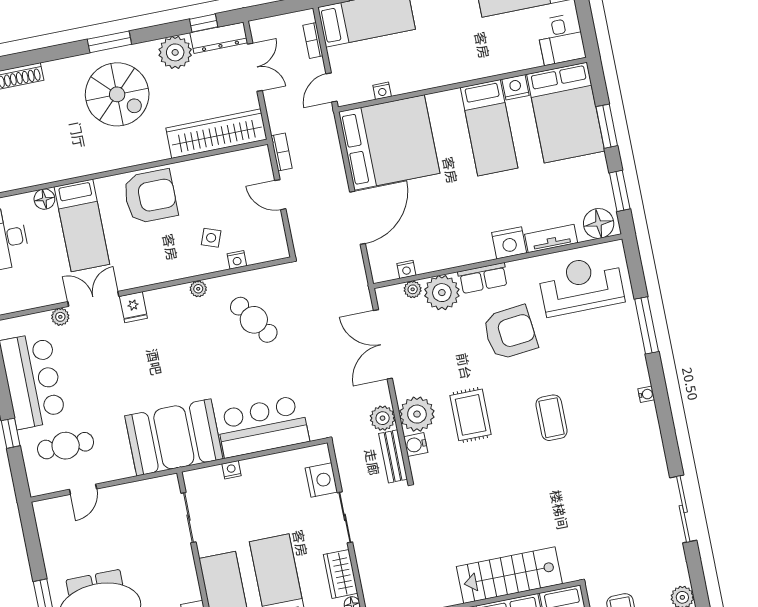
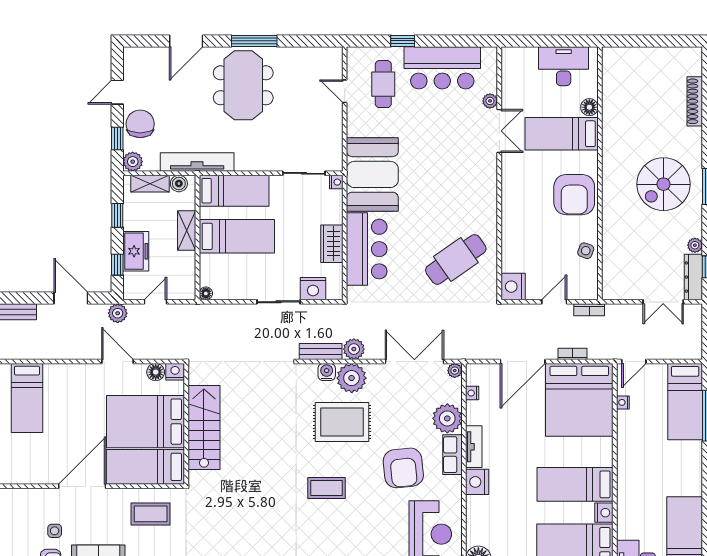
bookcase: (313, 40) -> (572, 354), moved
plant: (175, 52) -> (695, 245), width x0.53, depth x0.53
door: (332, 88) -> (634, 361), swing flipped
wardrobe: (216, 134) -> (615, 259), removed
door: (358, 218) -> (523, 361), hinge flipped
side table: (211, 238) -> (586, 251), moved
tv unit: (551, 238) -> (474, 447), moved
nightstand: (237, 260) -> (513, 287), moved, width x1.89, depth x1.79
plant: (198, 289) -> (490, 219), removed
plant: (413, 289) -> (455, 371), moved
fridge: (133, 307) -> (486, 163), removed
cafe table: (254, 320) -> (456, 259), width x1.37, depth x1.35
rug: (471, 415) -> (342, 422), width x1.36, depth x1.43
nightstand: (231, 470) -> (336, 182), moved
wardrobe: (341, 574) -> (332, 244), moved, turned -90

